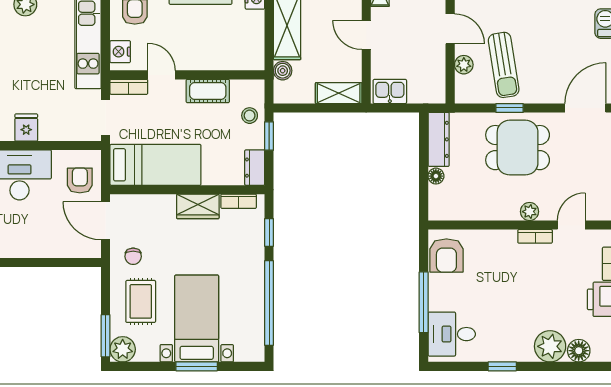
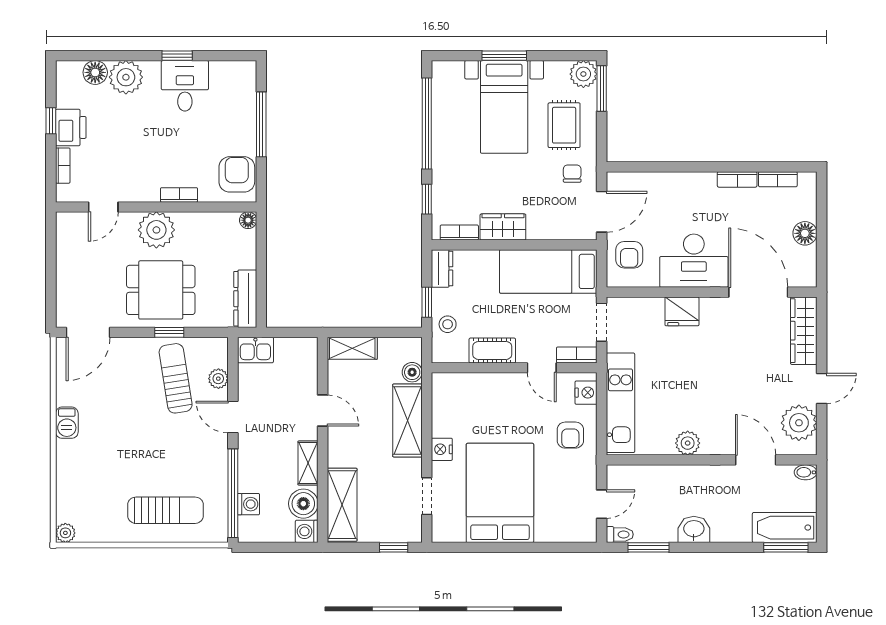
kitchen sink: (390, 91) -> (255, 350), moved
fridge: (26, 128) -> (682, 311), width x1.38
floor lamp: (436, 176) -> (248, 220), moved
plant: (529, 212) -> (156, 230), width x1.88, depth x1.88
door: (106, 221) -> (602, 212), hinge flipped
bookcase: (535, 236) -> (179, 195), moved
desk: (452, 334) -> (185, 86), moved, turned -90

